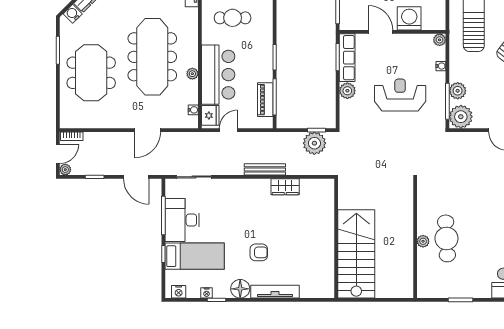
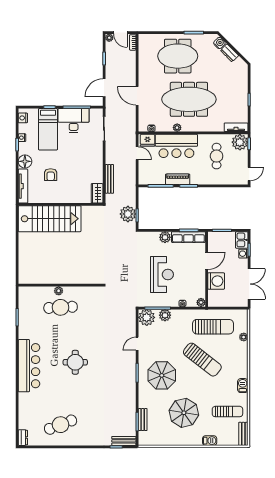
piano: (265, 100) -> (178, 179), moved
wall: (336, 238) -> (61, 204), moved
stairs: (356, 254) -> (50, 219), moved

